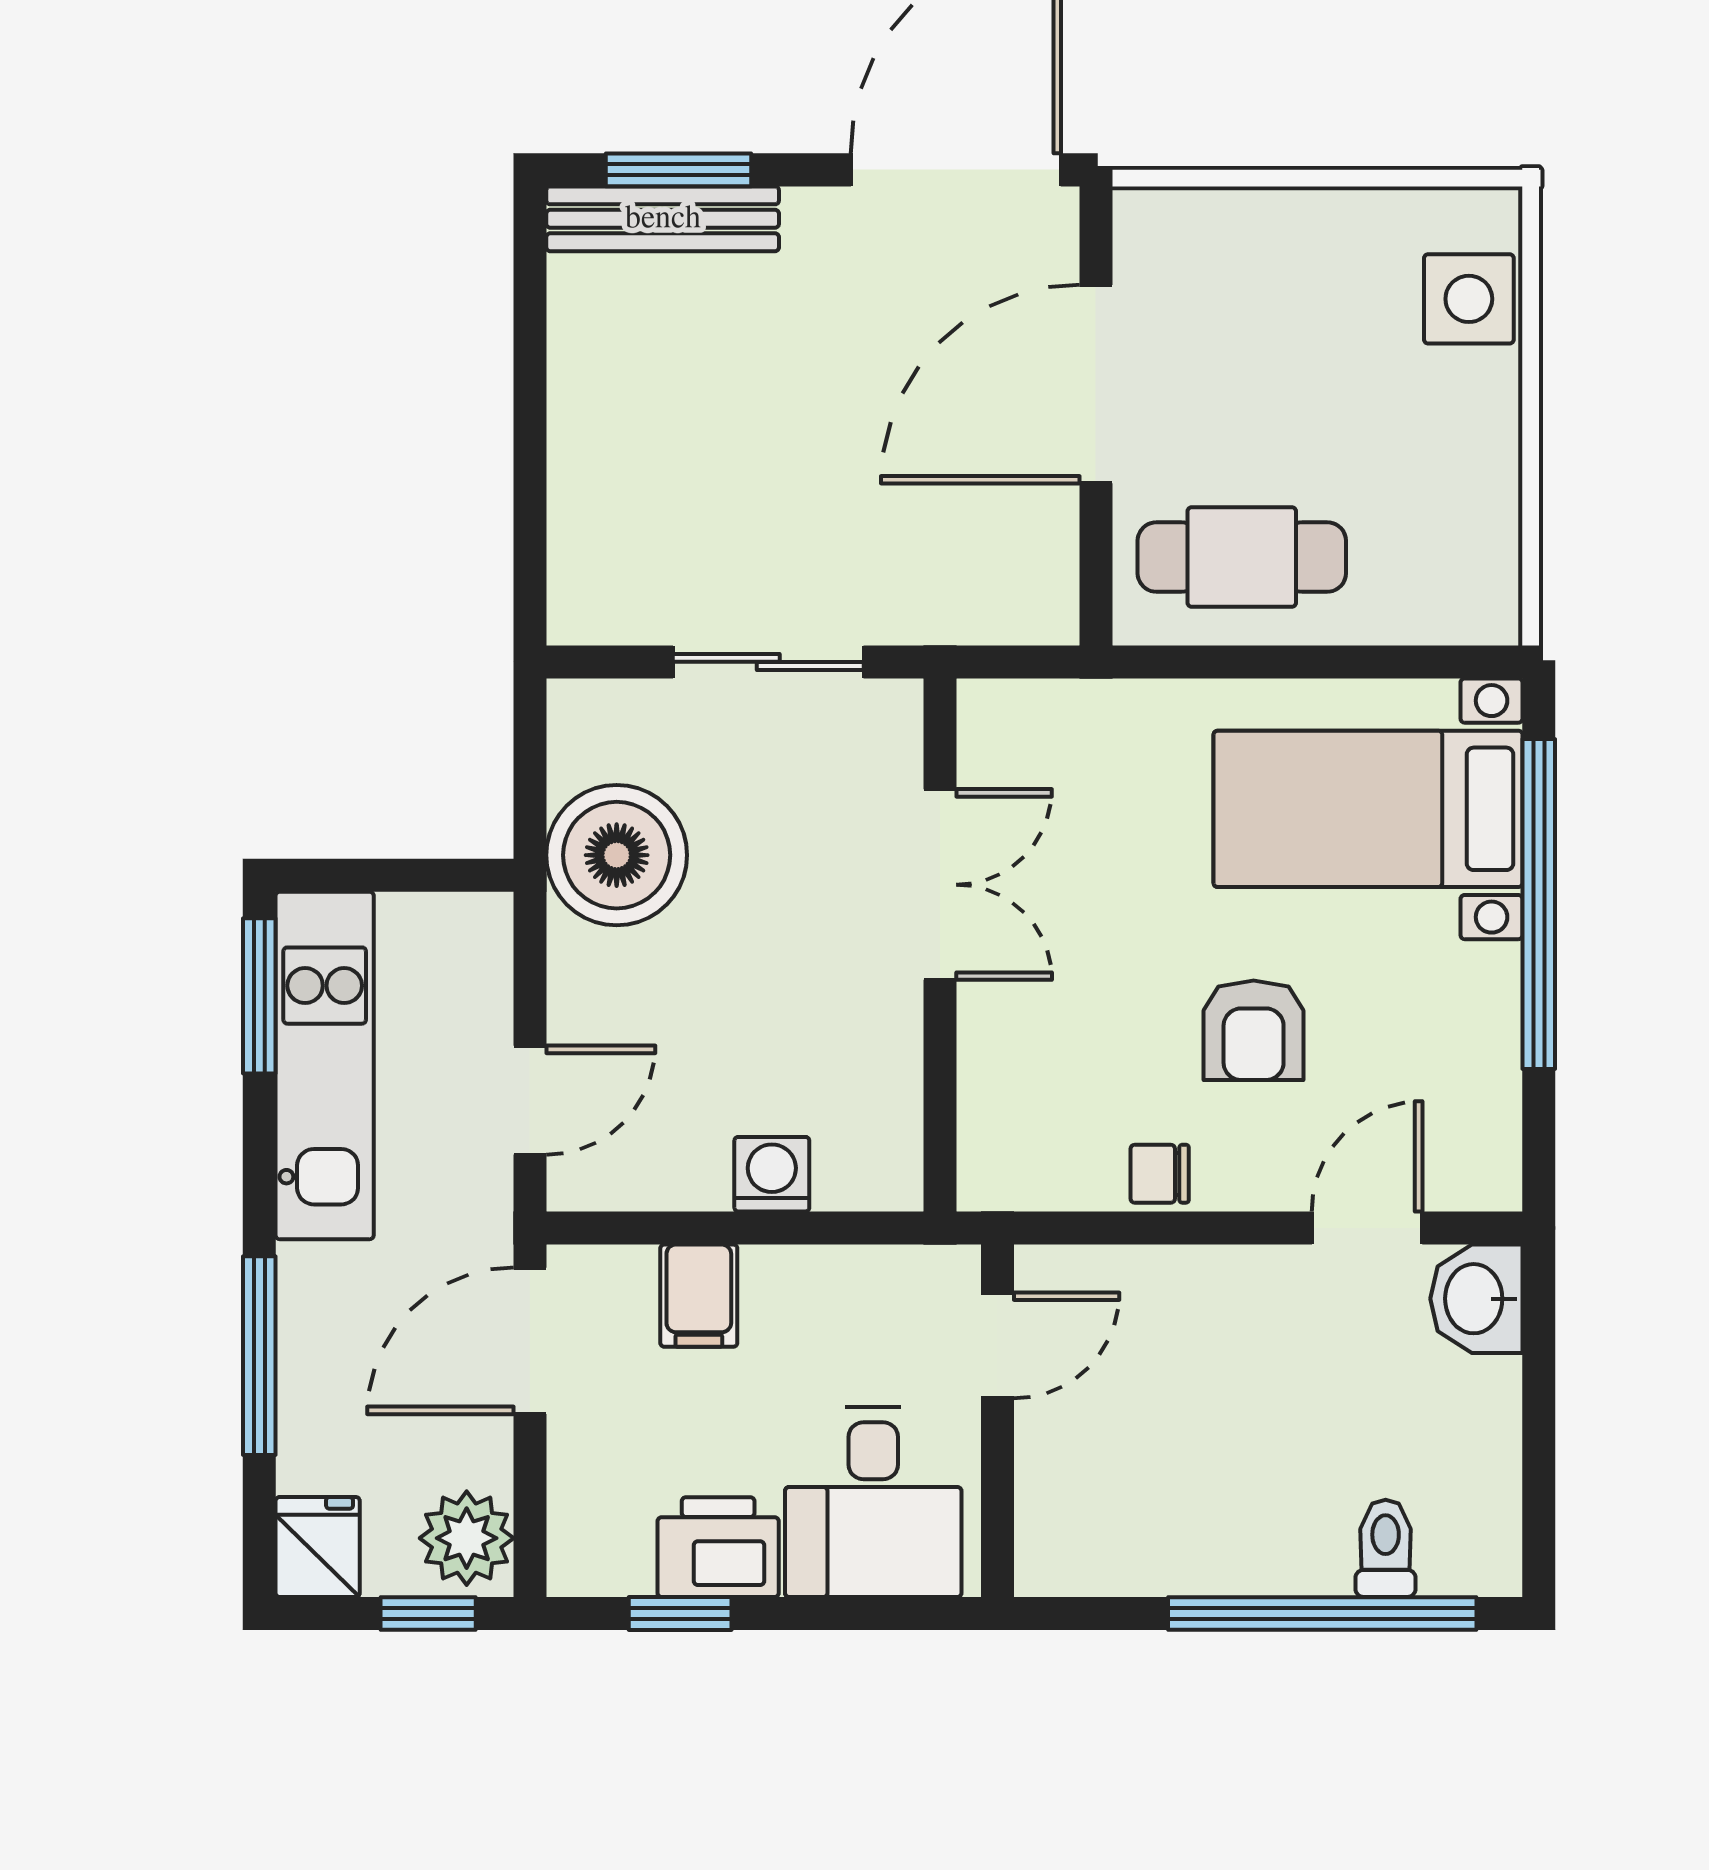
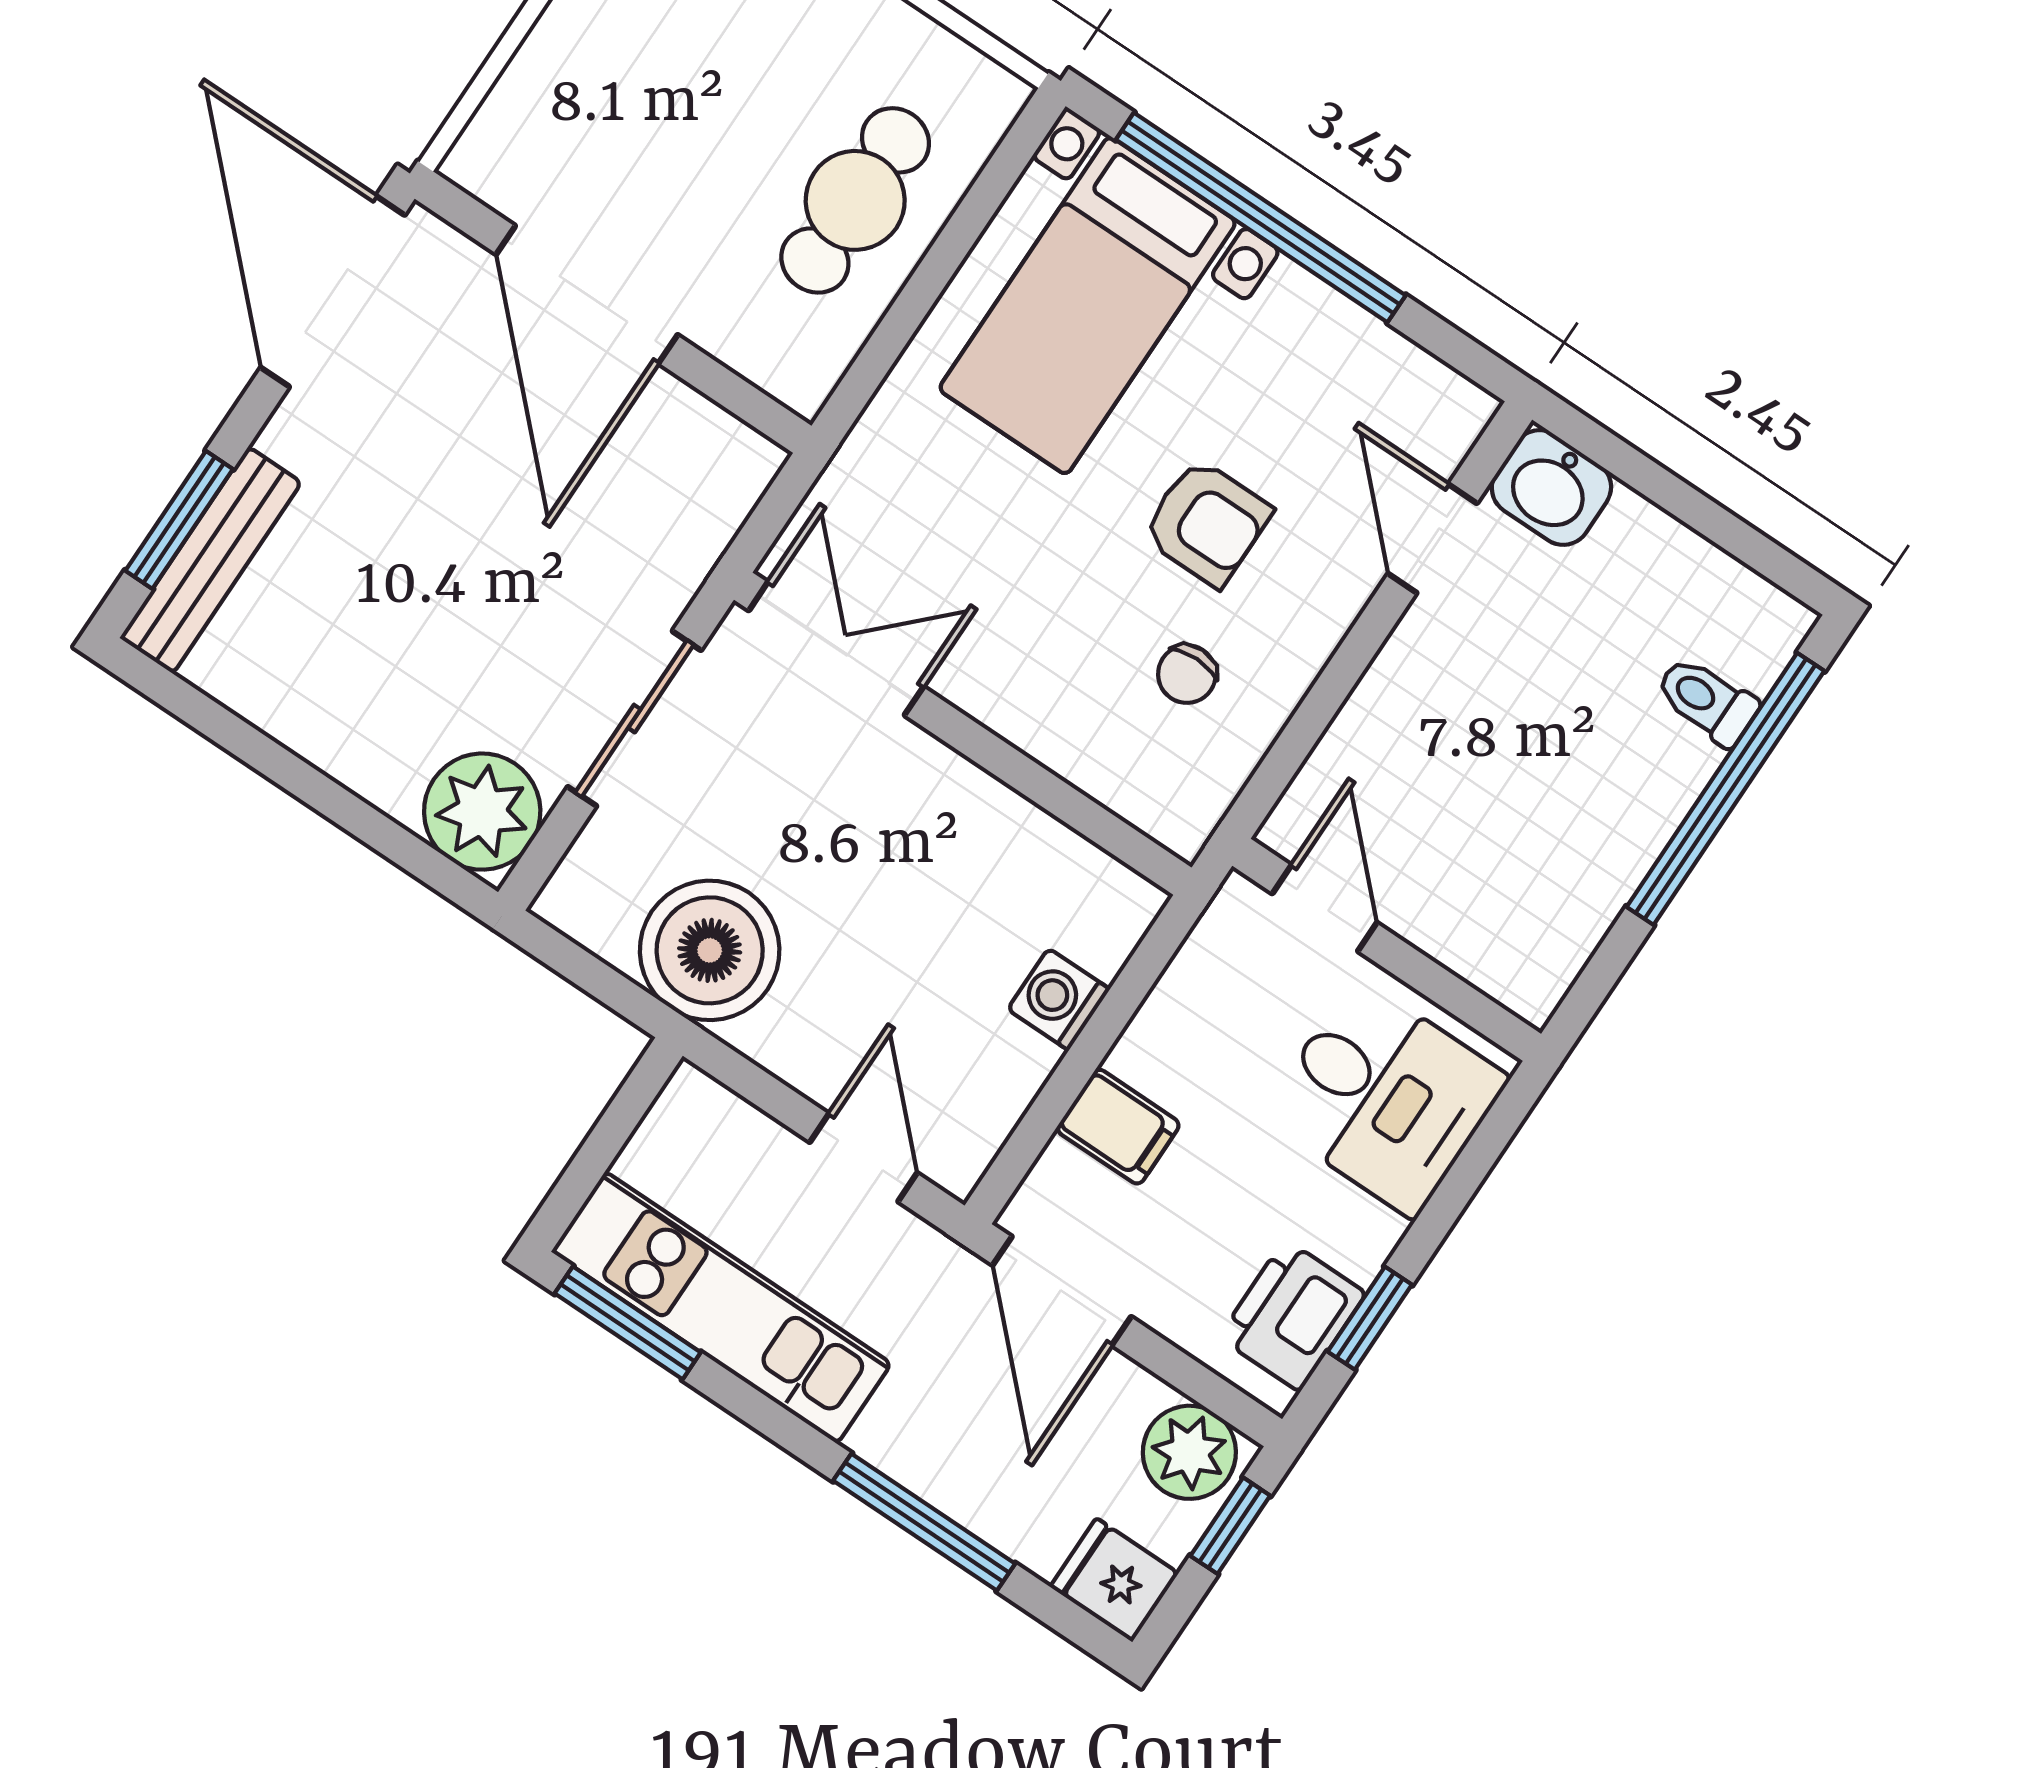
cafe table: (1242, 557) -> (855, 200), moved
plant: (605, 587) -> (482, 812), added
double door: (940, 885) -> (836, 649), moved
chair: (1160, 1174) -> (1187, 674), moved
printer: (718, 1547) -> (1292, 1315), moved

